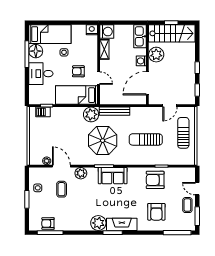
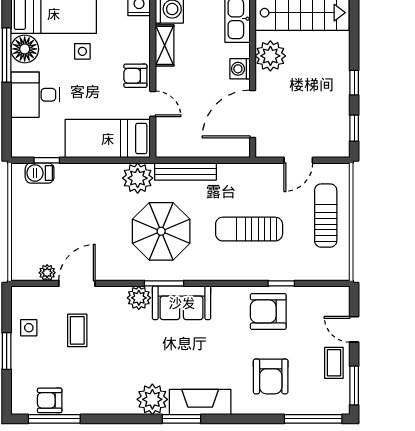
armchair: (78, 71) -> (135, 76), moved
door: (61, 166) -> (77, 283), hinge flipped
plant: (81, 173) -> (139, 298), moved

